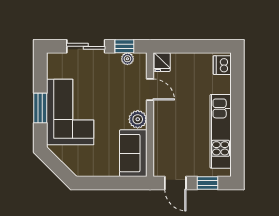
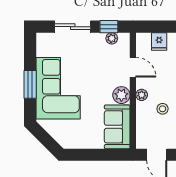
fridge: (162, 62) -> (159, 41), moved
plant: (159, 119) -> (142, 95), added
stool: (182, 134) -> (163, 109), added

